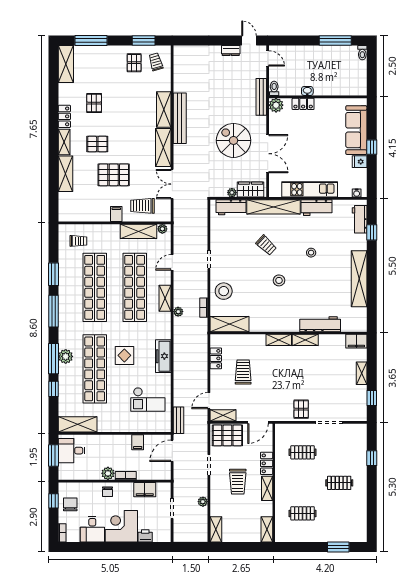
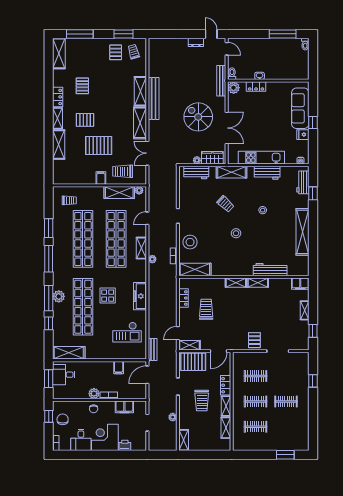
shelving: (274, 207) -> (231, 172), width x0.68
clothes rail: (303, 483) -> (256, 401), added
shelving: (267, 529) -> (226, 428), moved

